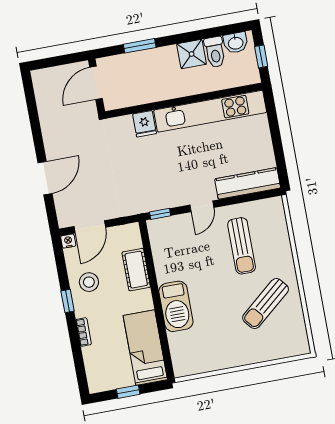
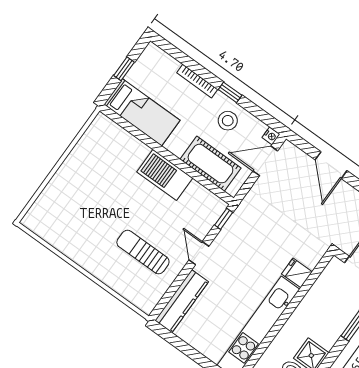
door: (90, 227) -> (265, 161), hinge flipped
cot: (136, 270) -> (210, 164), width x1.37, depth x1.34
sun lounger: (266, 303) -> (86, 227), removed
barbecue: (176, 306) -> (165, 175), moved
bookcase: (84, 332) -> (197, 81), width x1.56

